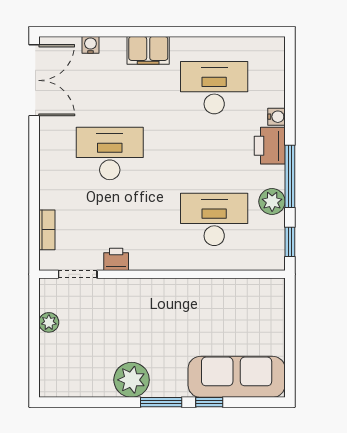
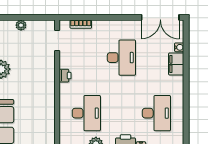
filing cabinet: (148, 50) -> (176, 64), moved
printer: (116, 259) -> (65, 76), moved
plant: (49, 322) -> (21, 25), moved

